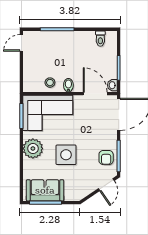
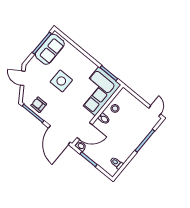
plant: (33, 148) -> (82, 63), removed
door: (106, 185) -> (23, 78), moved

